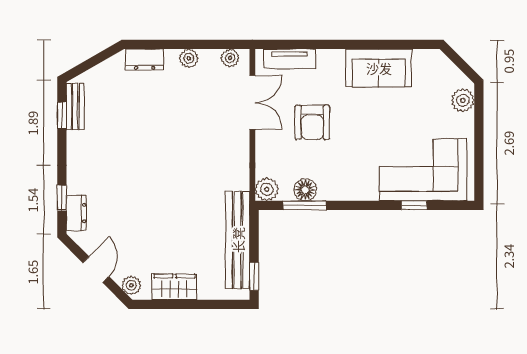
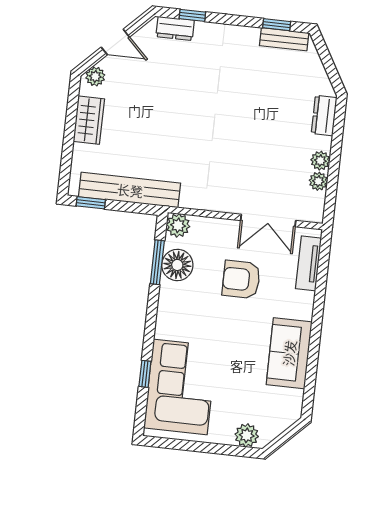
plant: (230, 58) -> (318, 181), moved
floor lamp: (305, 190) -> (177, 265), width x1.38, depth x1.38

